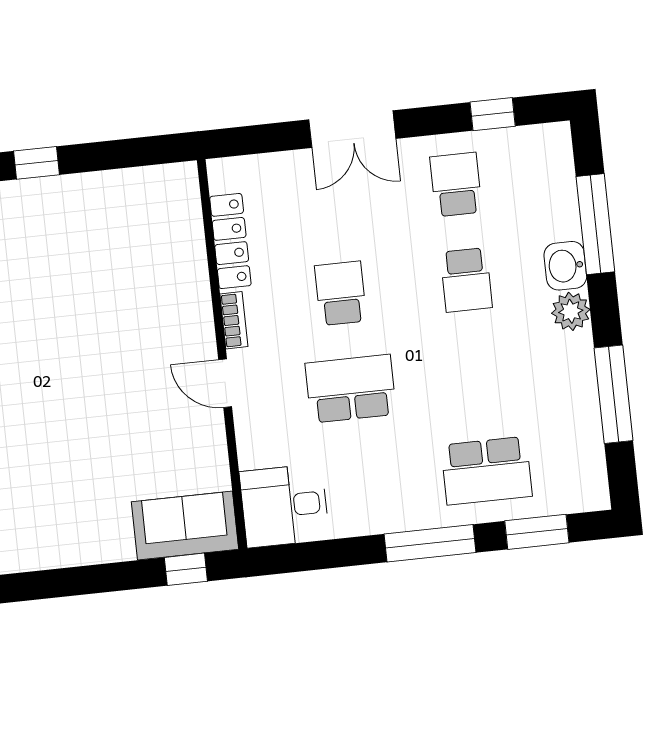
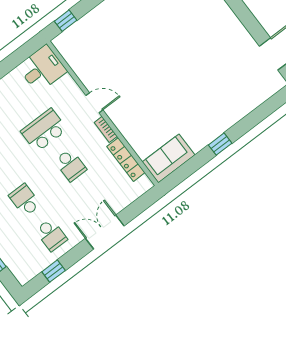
school desk: (351, 389) -> (44, 130), turned 180
sofa: (185, 526) -> (168, 158), moved, turned 180

